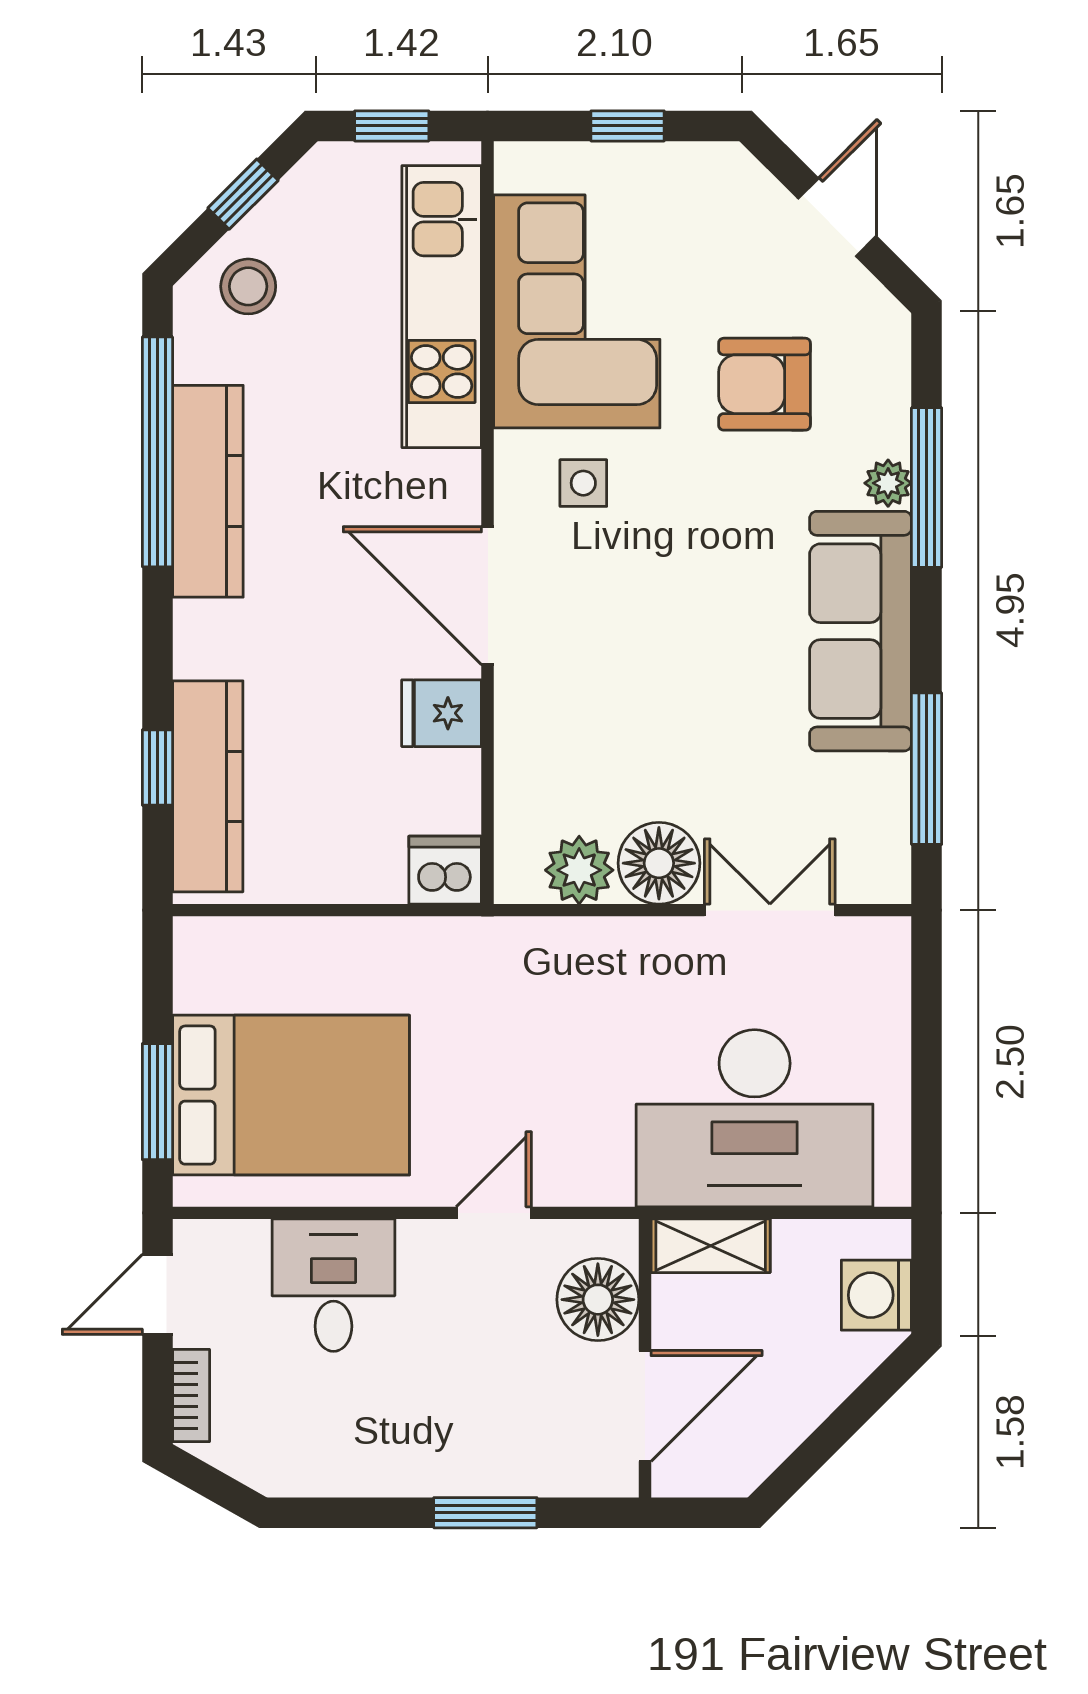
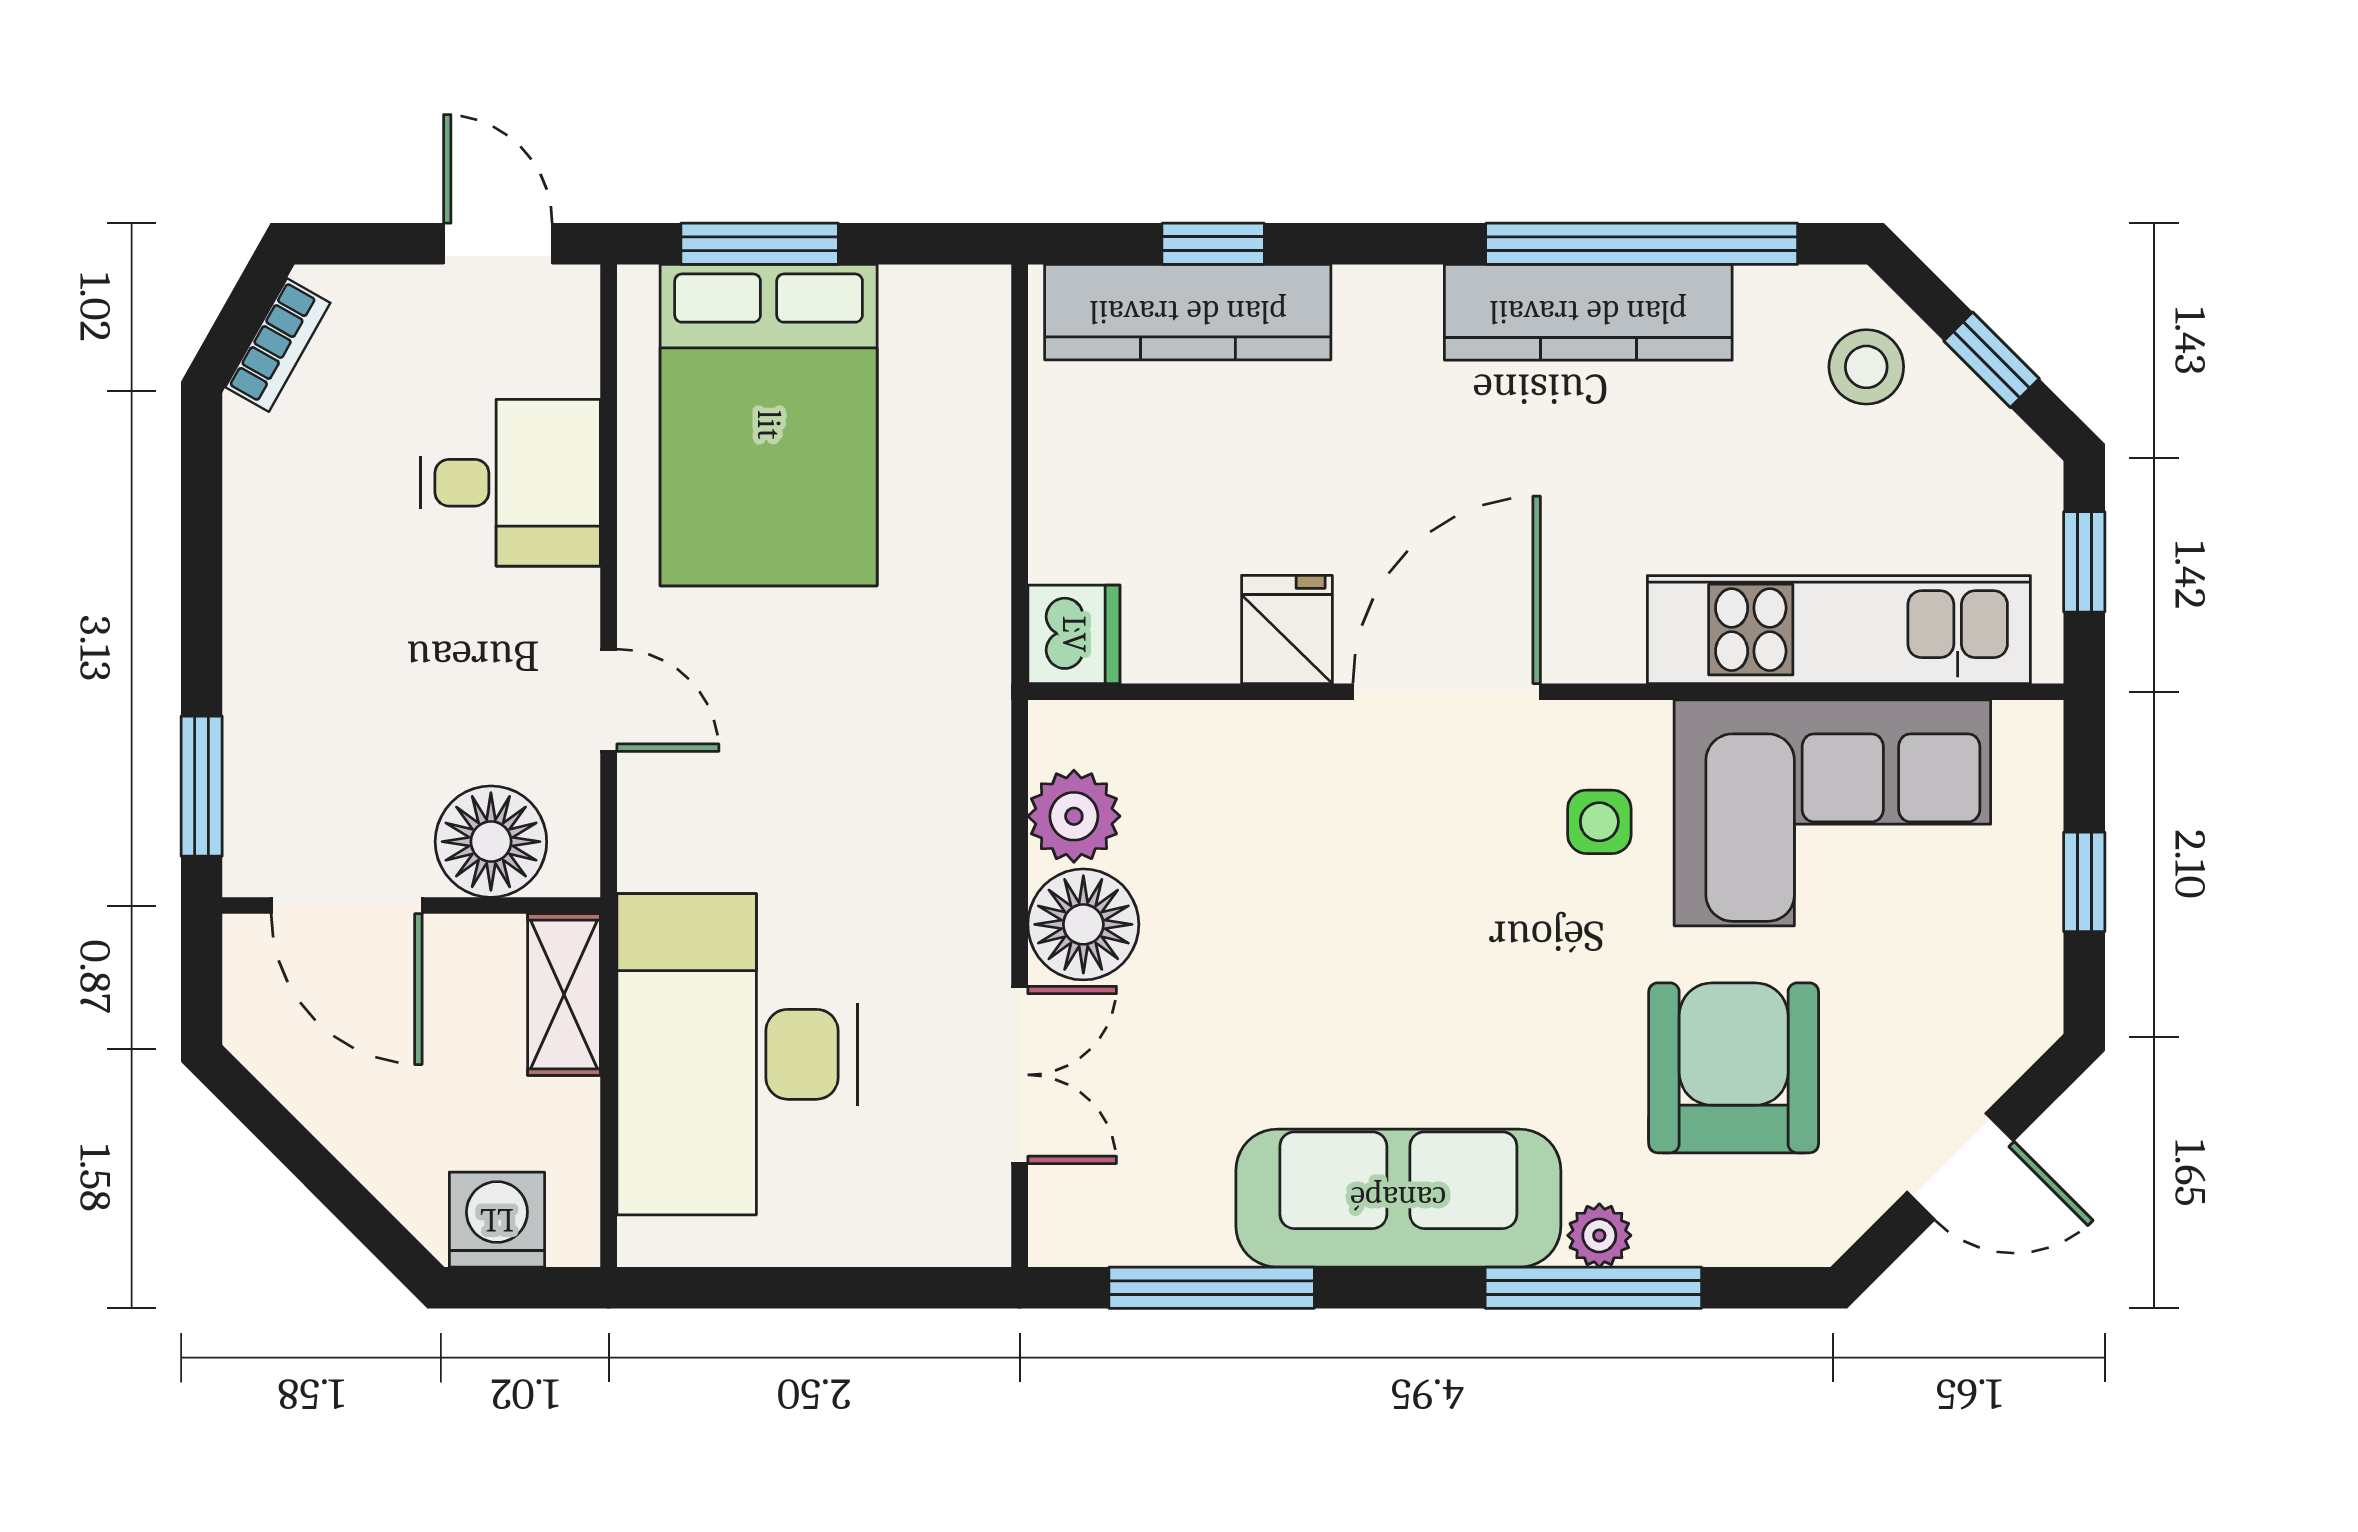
armchair: (765, 384) -> (1734, 1068), width x1.36, depth x1.36
bookcase: (191, 1396) -> (278, 345), moved, turned -61
window: (485, 1513) -> (202, 786), moved

